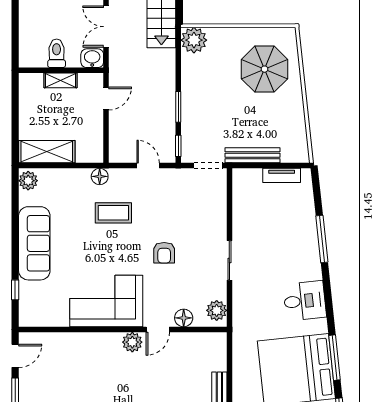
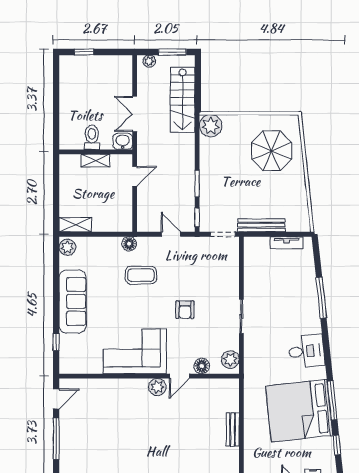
shelving: (47, 152) -> (75, 225), width x0.67, depth x0.75

